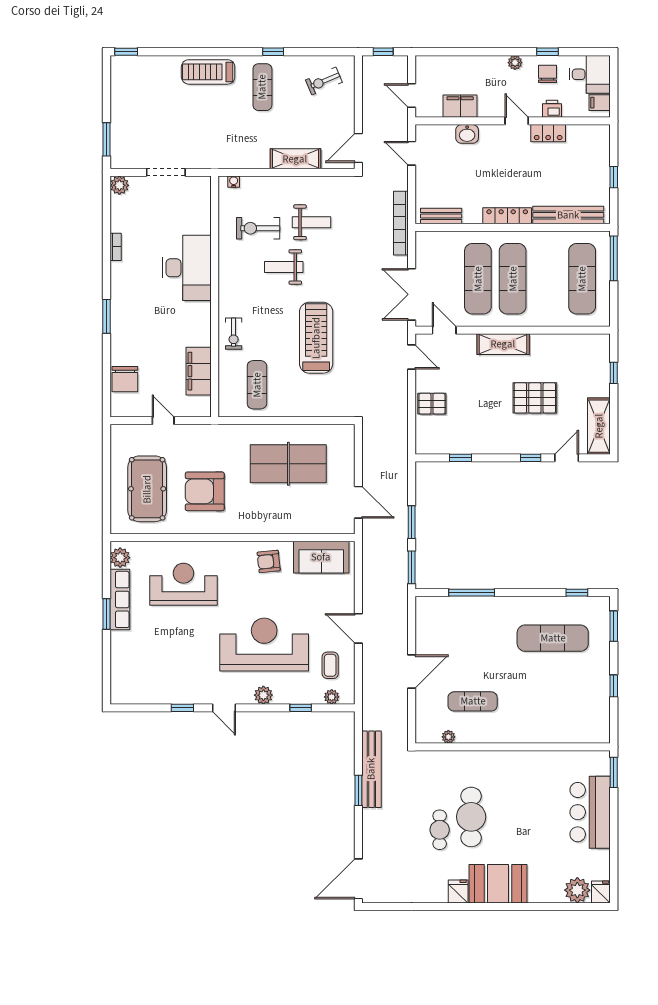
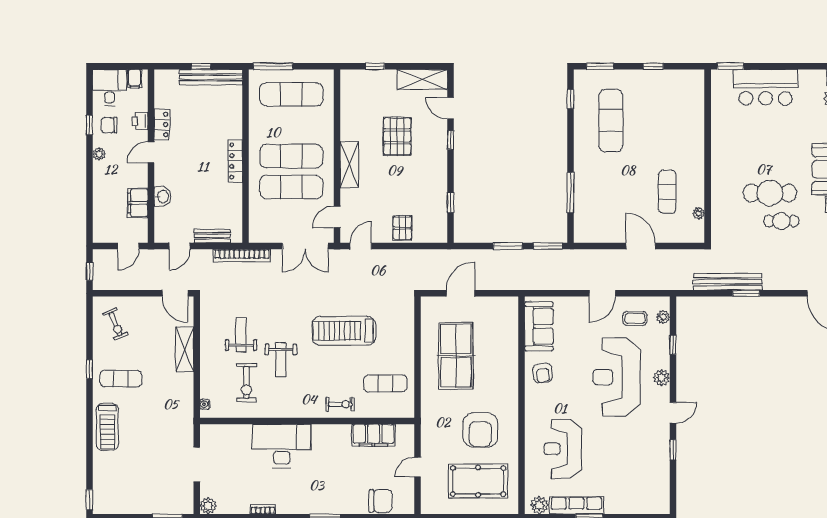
bench: (568, 215) -> (211, 77), moved, turned 90
bench: (441, 216) -> (212, 236), moved, turned 90
door: (358, 502) -> (461, 293), moved

